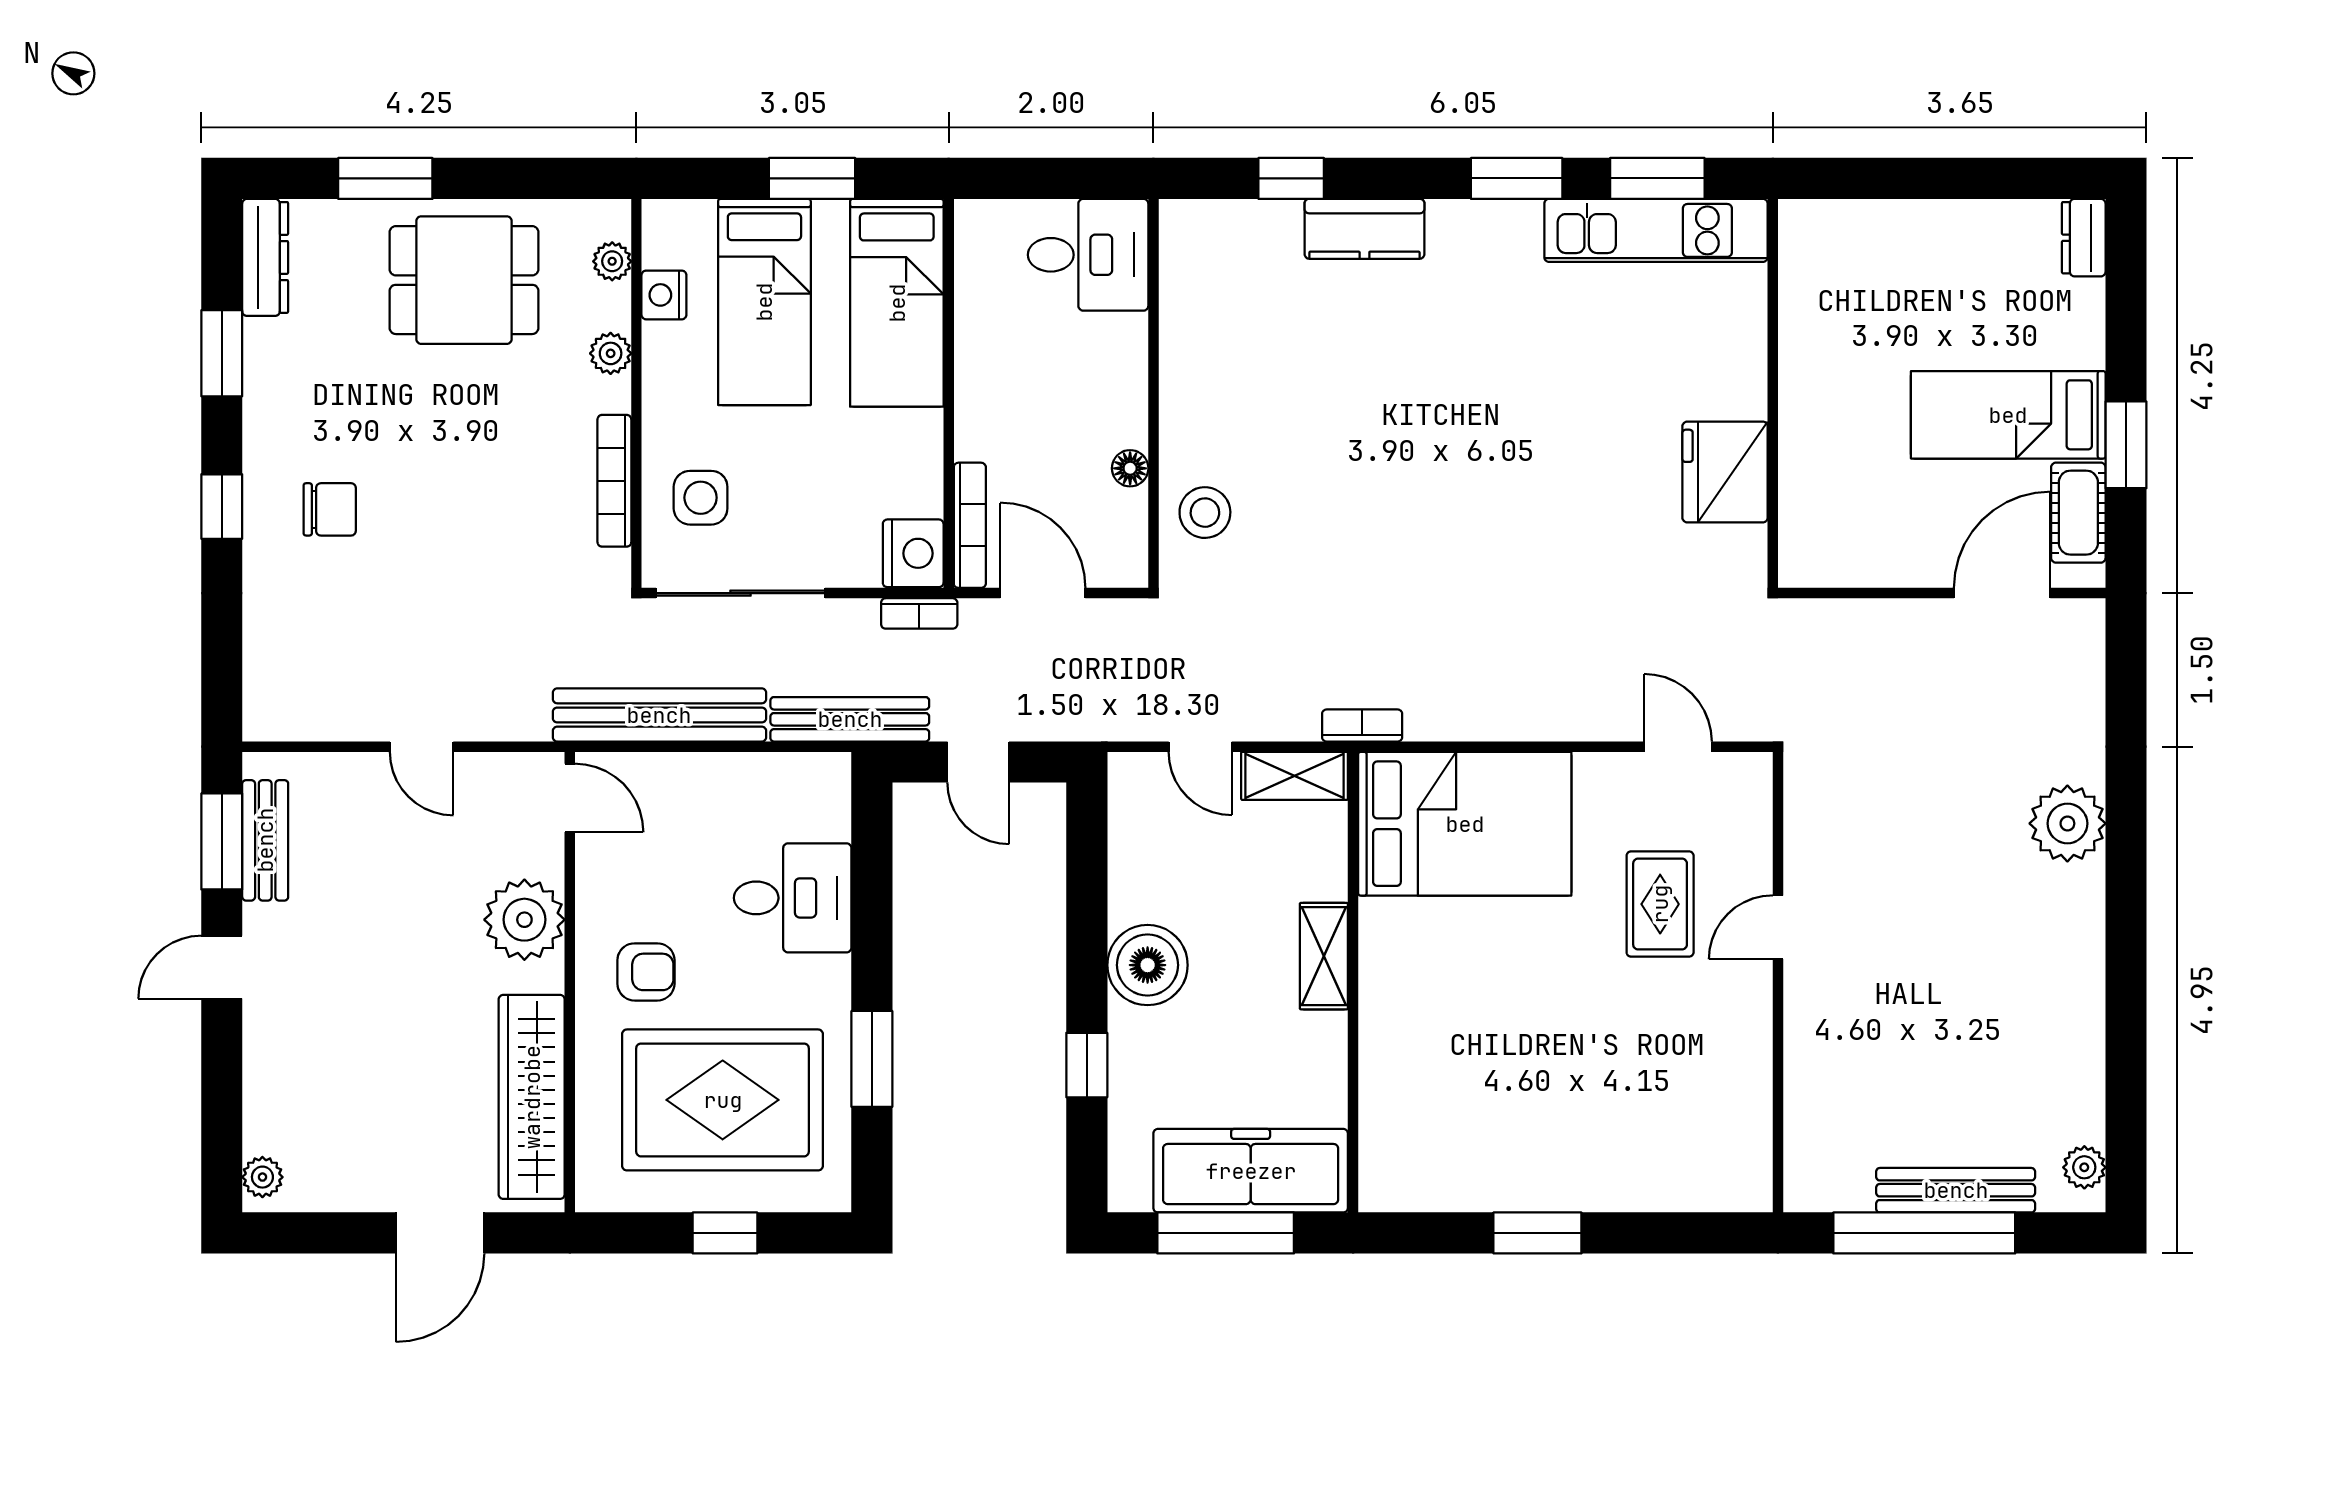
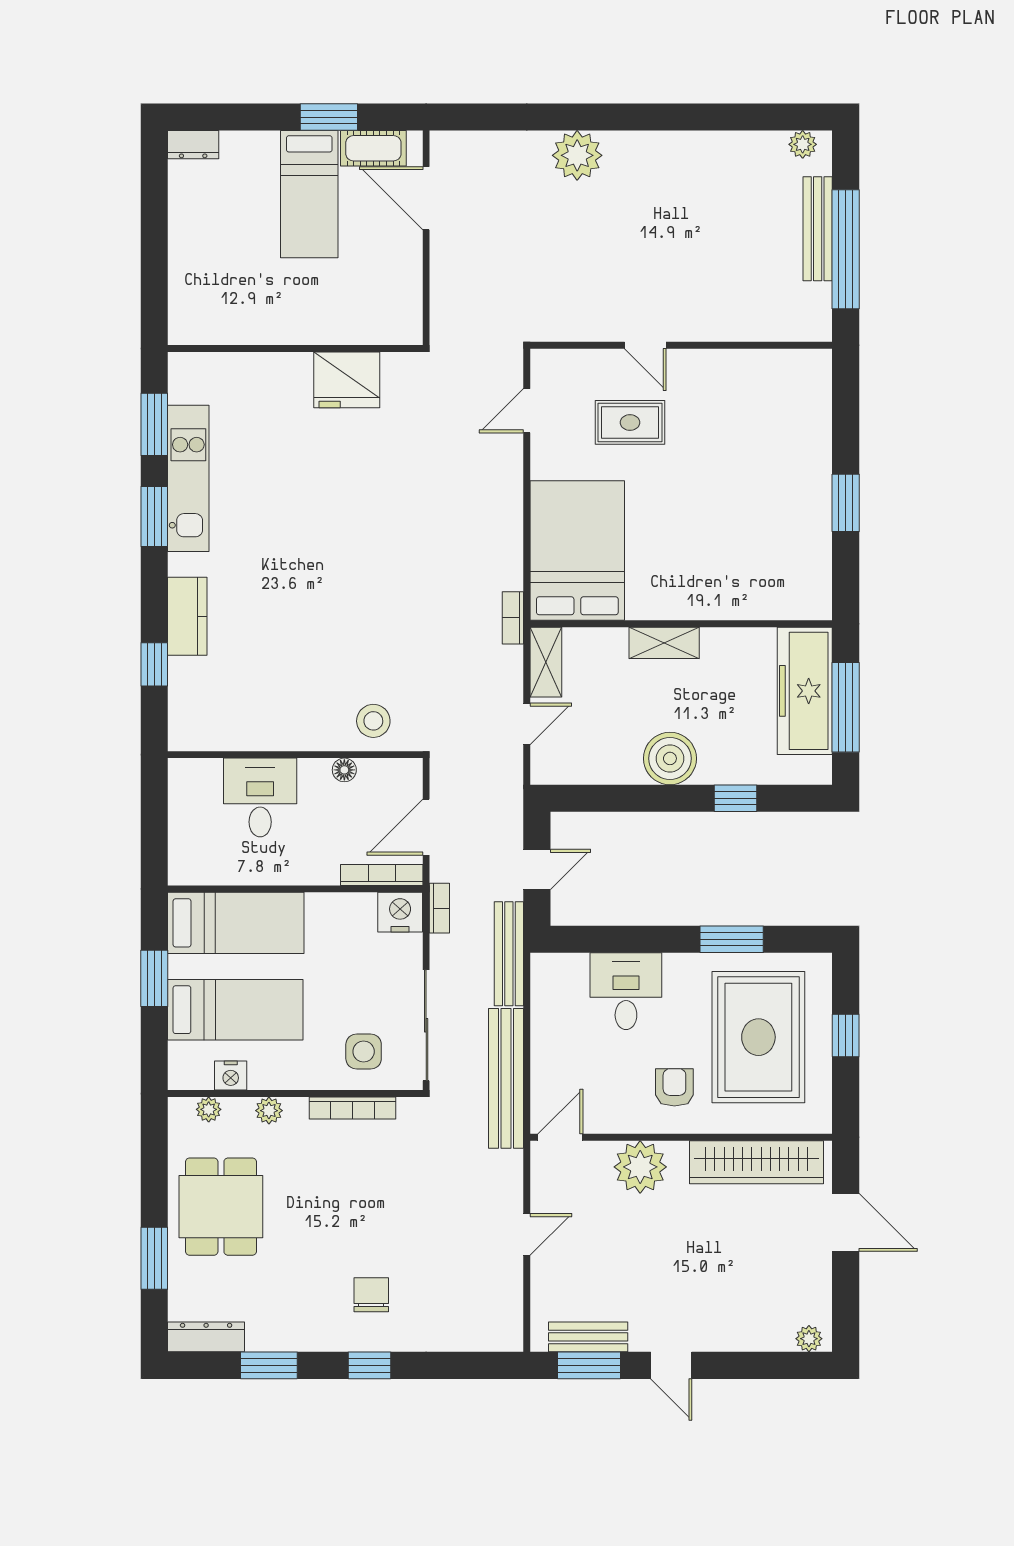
kitchen unit: (1656, 230) -> (188, 478), moved
desk: (1088, 255) -> (260, 797), moved

